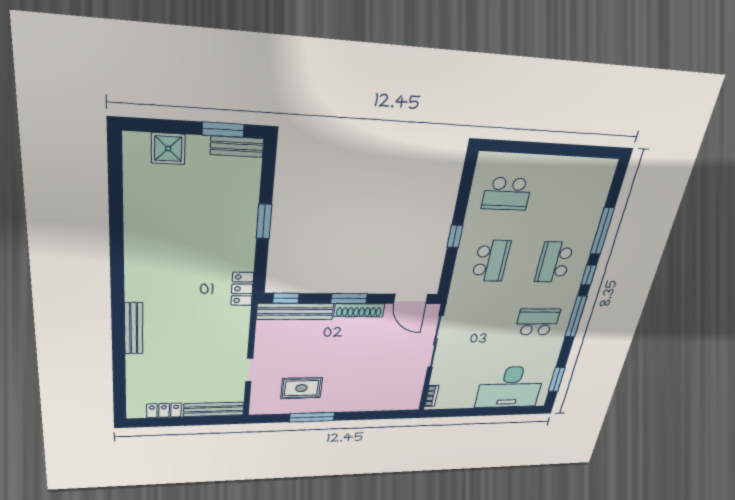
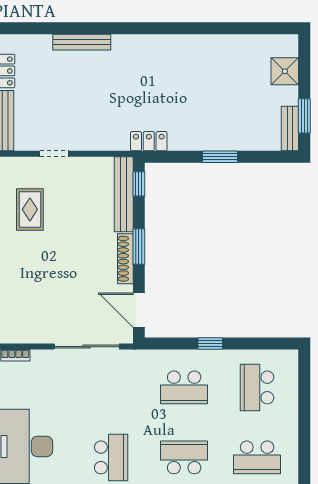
school desk: (573, 197) -> (257, 457), added
door: (411, 299) -> (139, 310), hinge flipped
bench: (134, 328) -> (82, 42), moved

